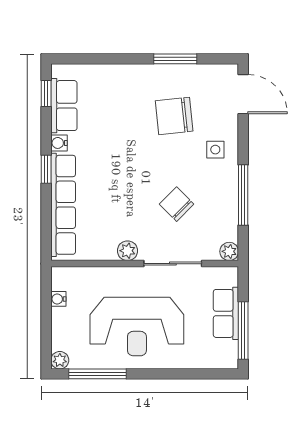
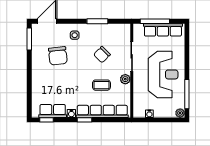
window: (175, 59) -> (29, 39), moved
window: (243, 195) -> (97, 21), width x0.69
coffee table: (116, 203) -> (101, 85), added
plant: (229, 251) -> (126, 28), removed
row of seats: (226, 313) -> (163, 30), width x1.48
window: (243, 331) -> (155, 21), moved

